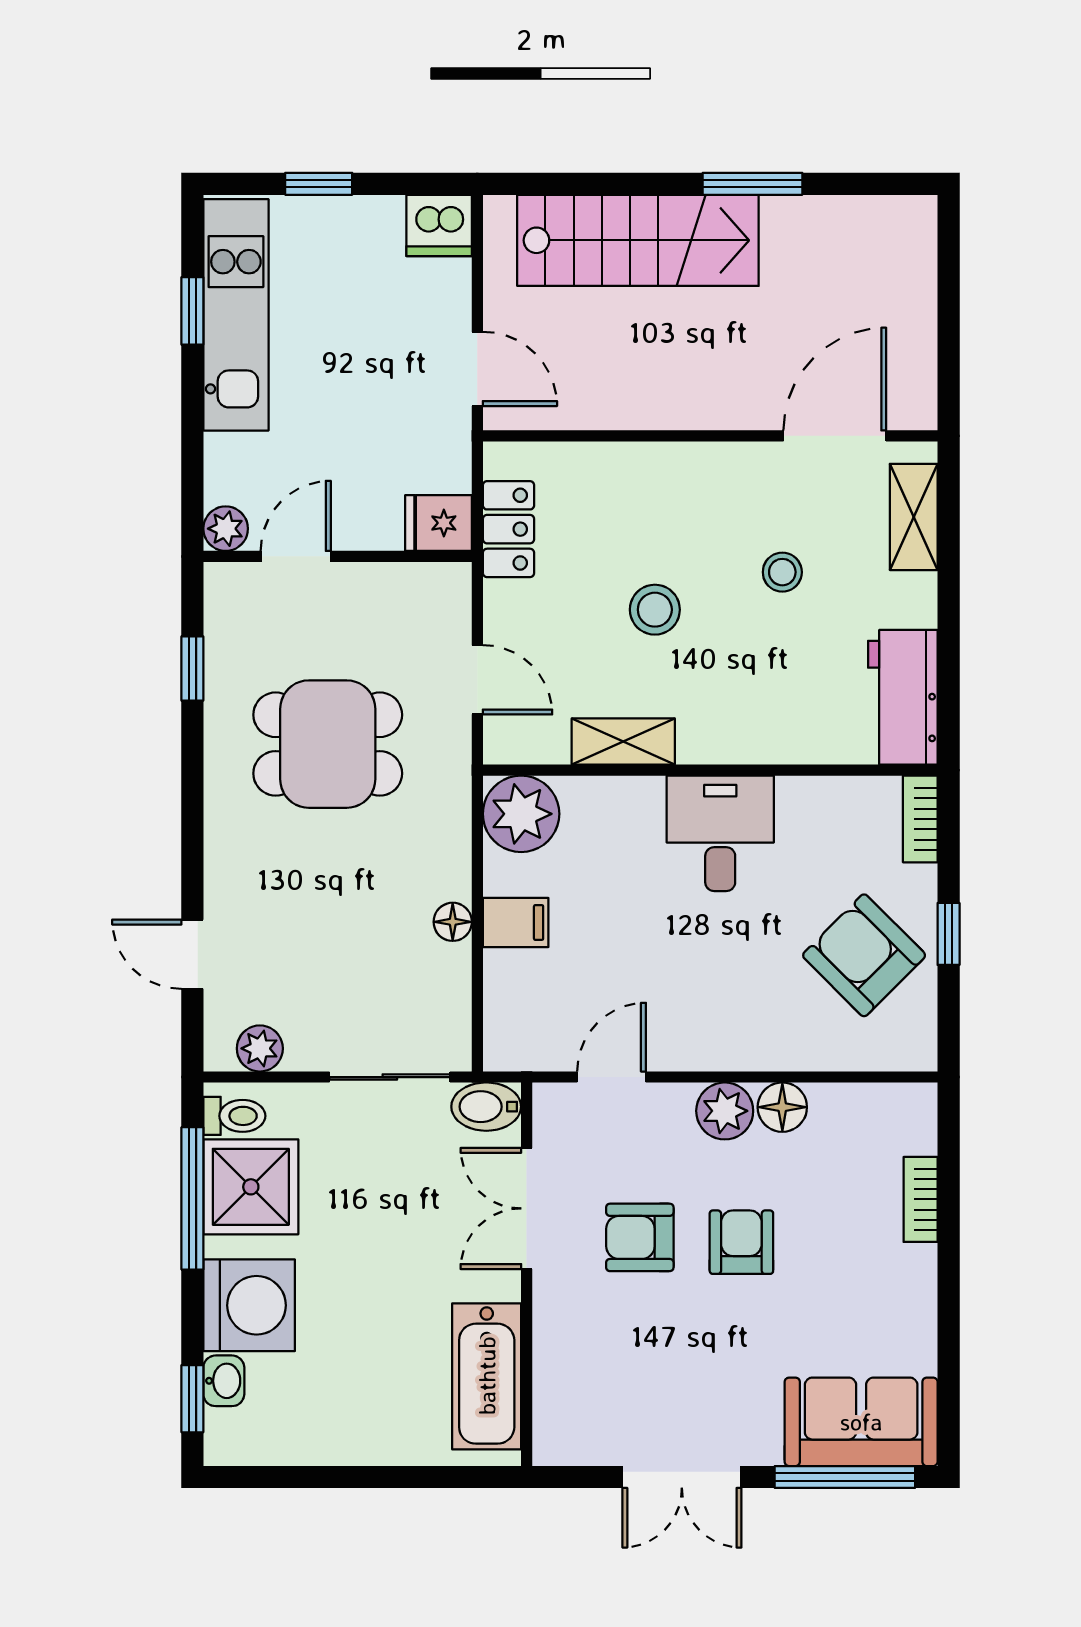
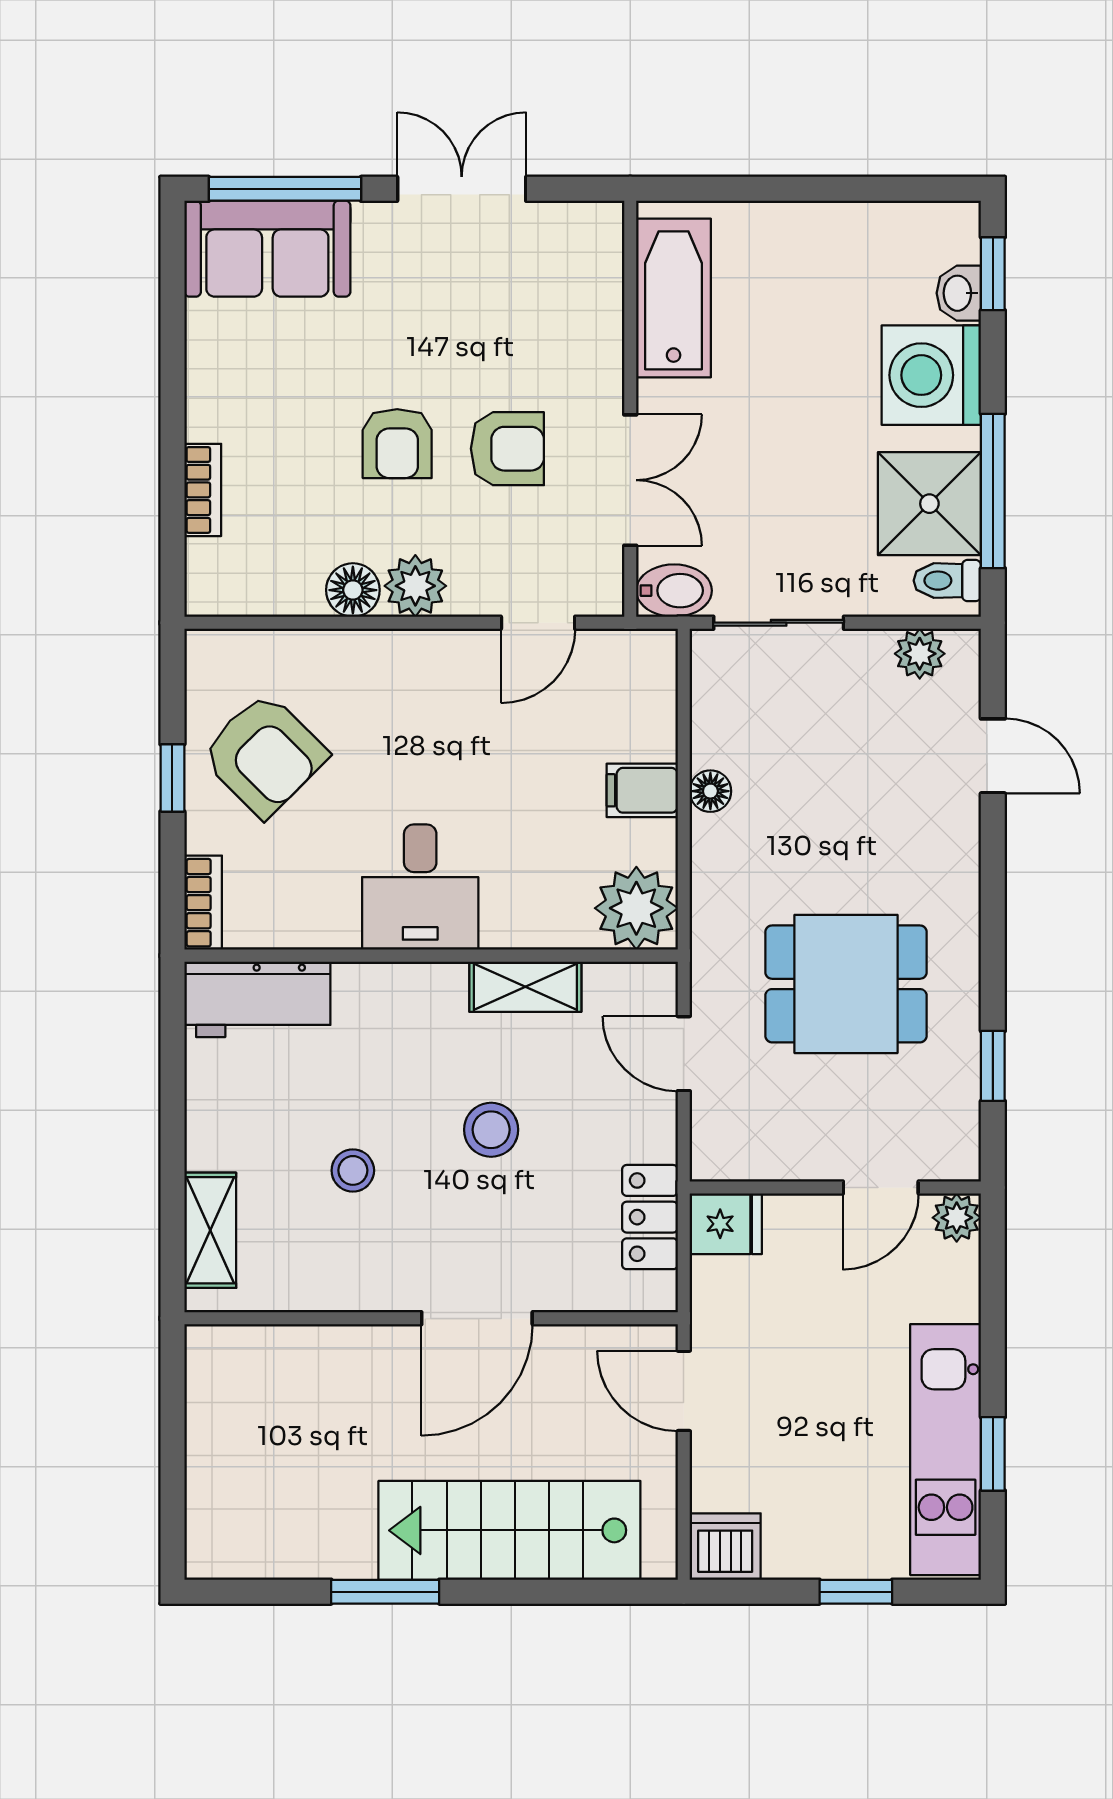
door: (835, 436) -> (477, 1318), moved
workbench: (903, 697) -> (257, 999), moved, turned 90

